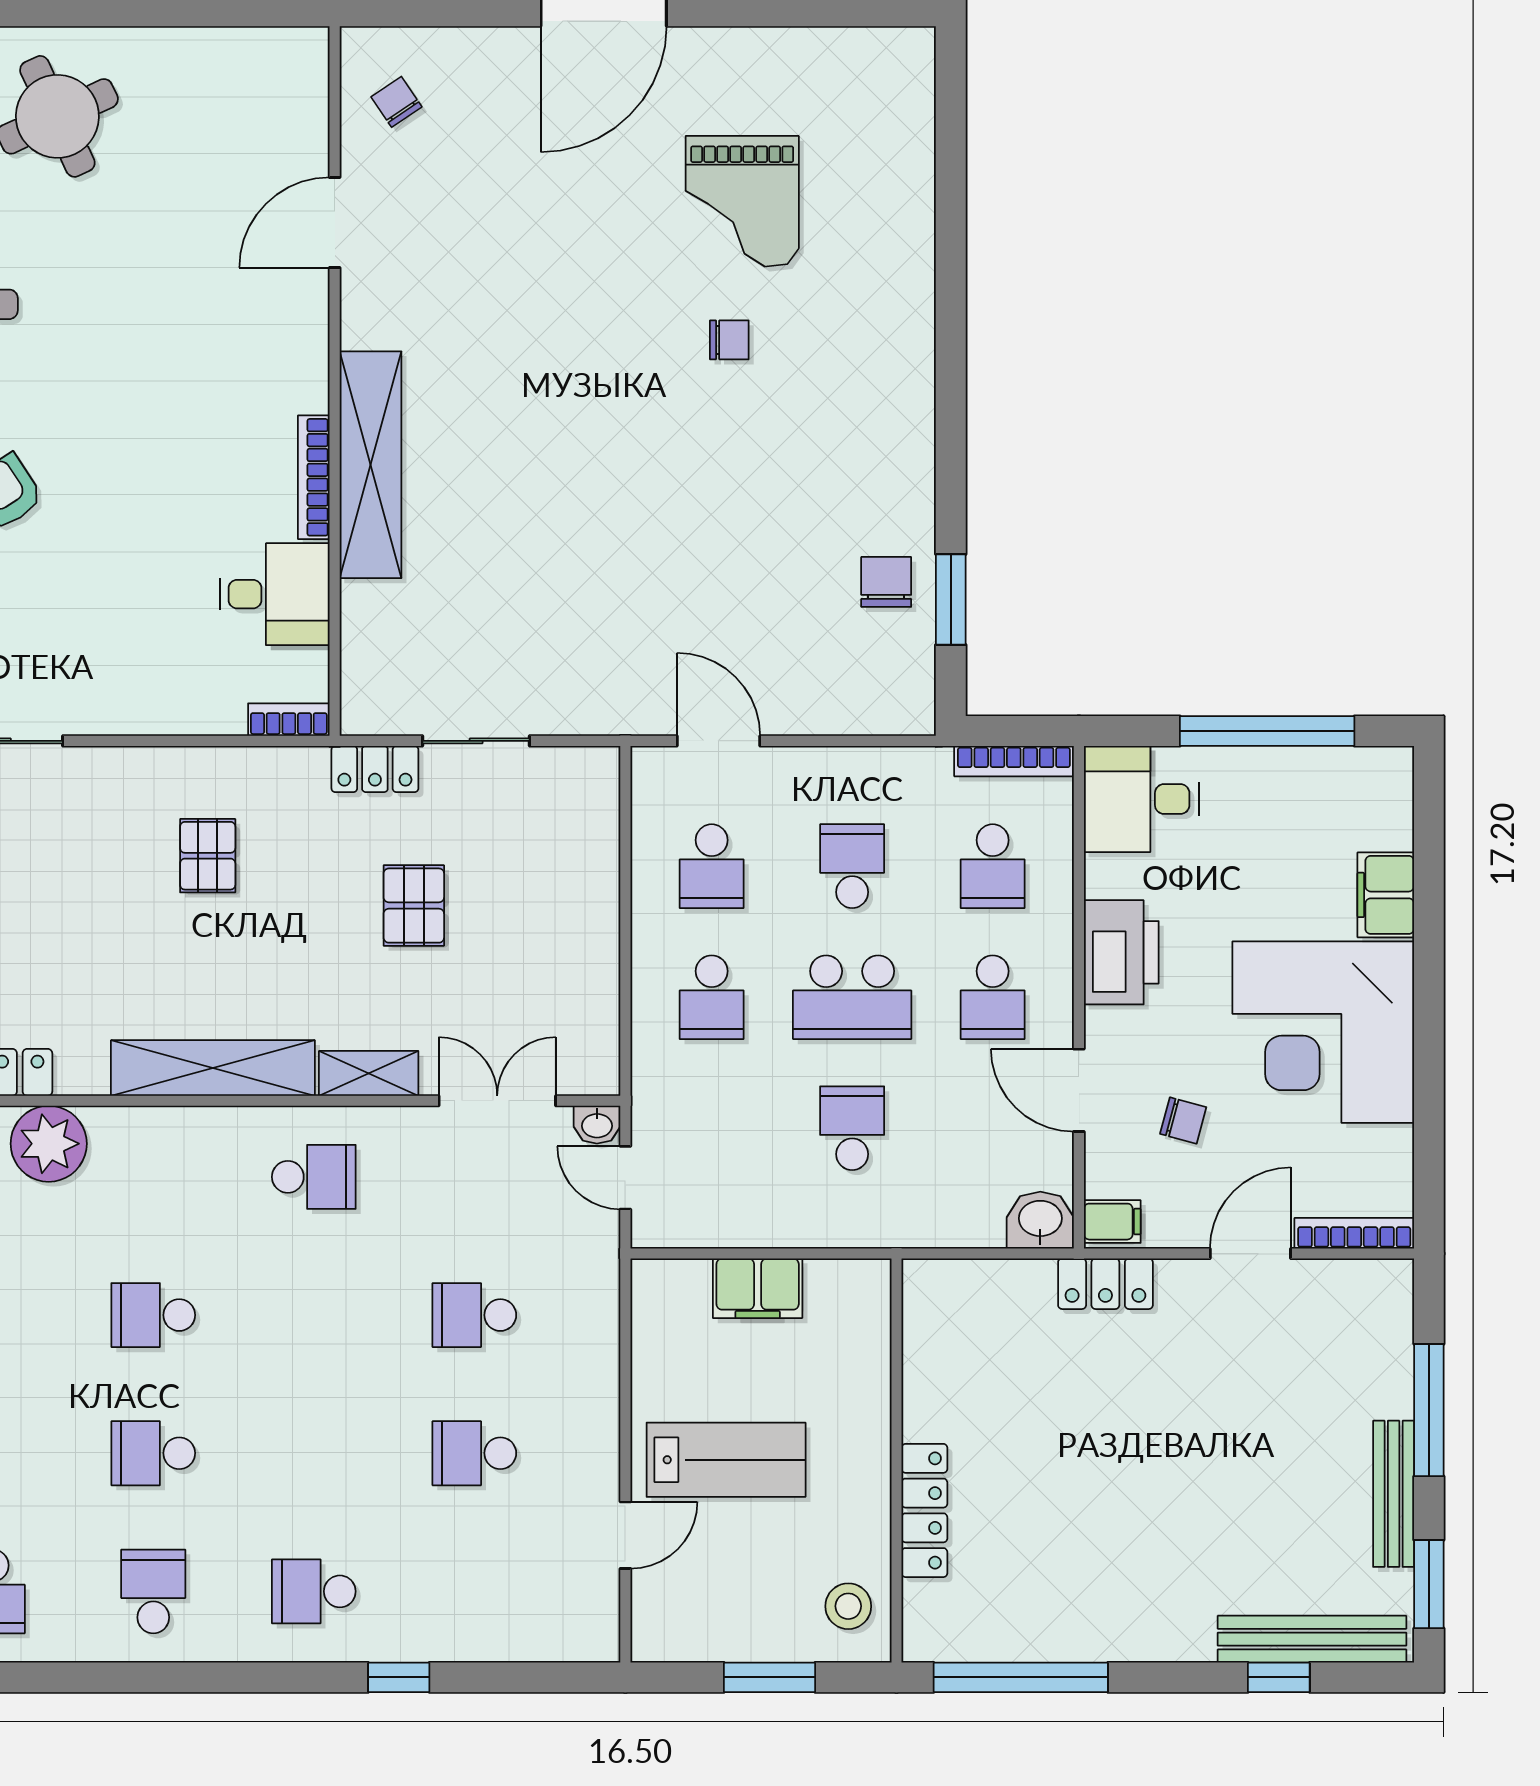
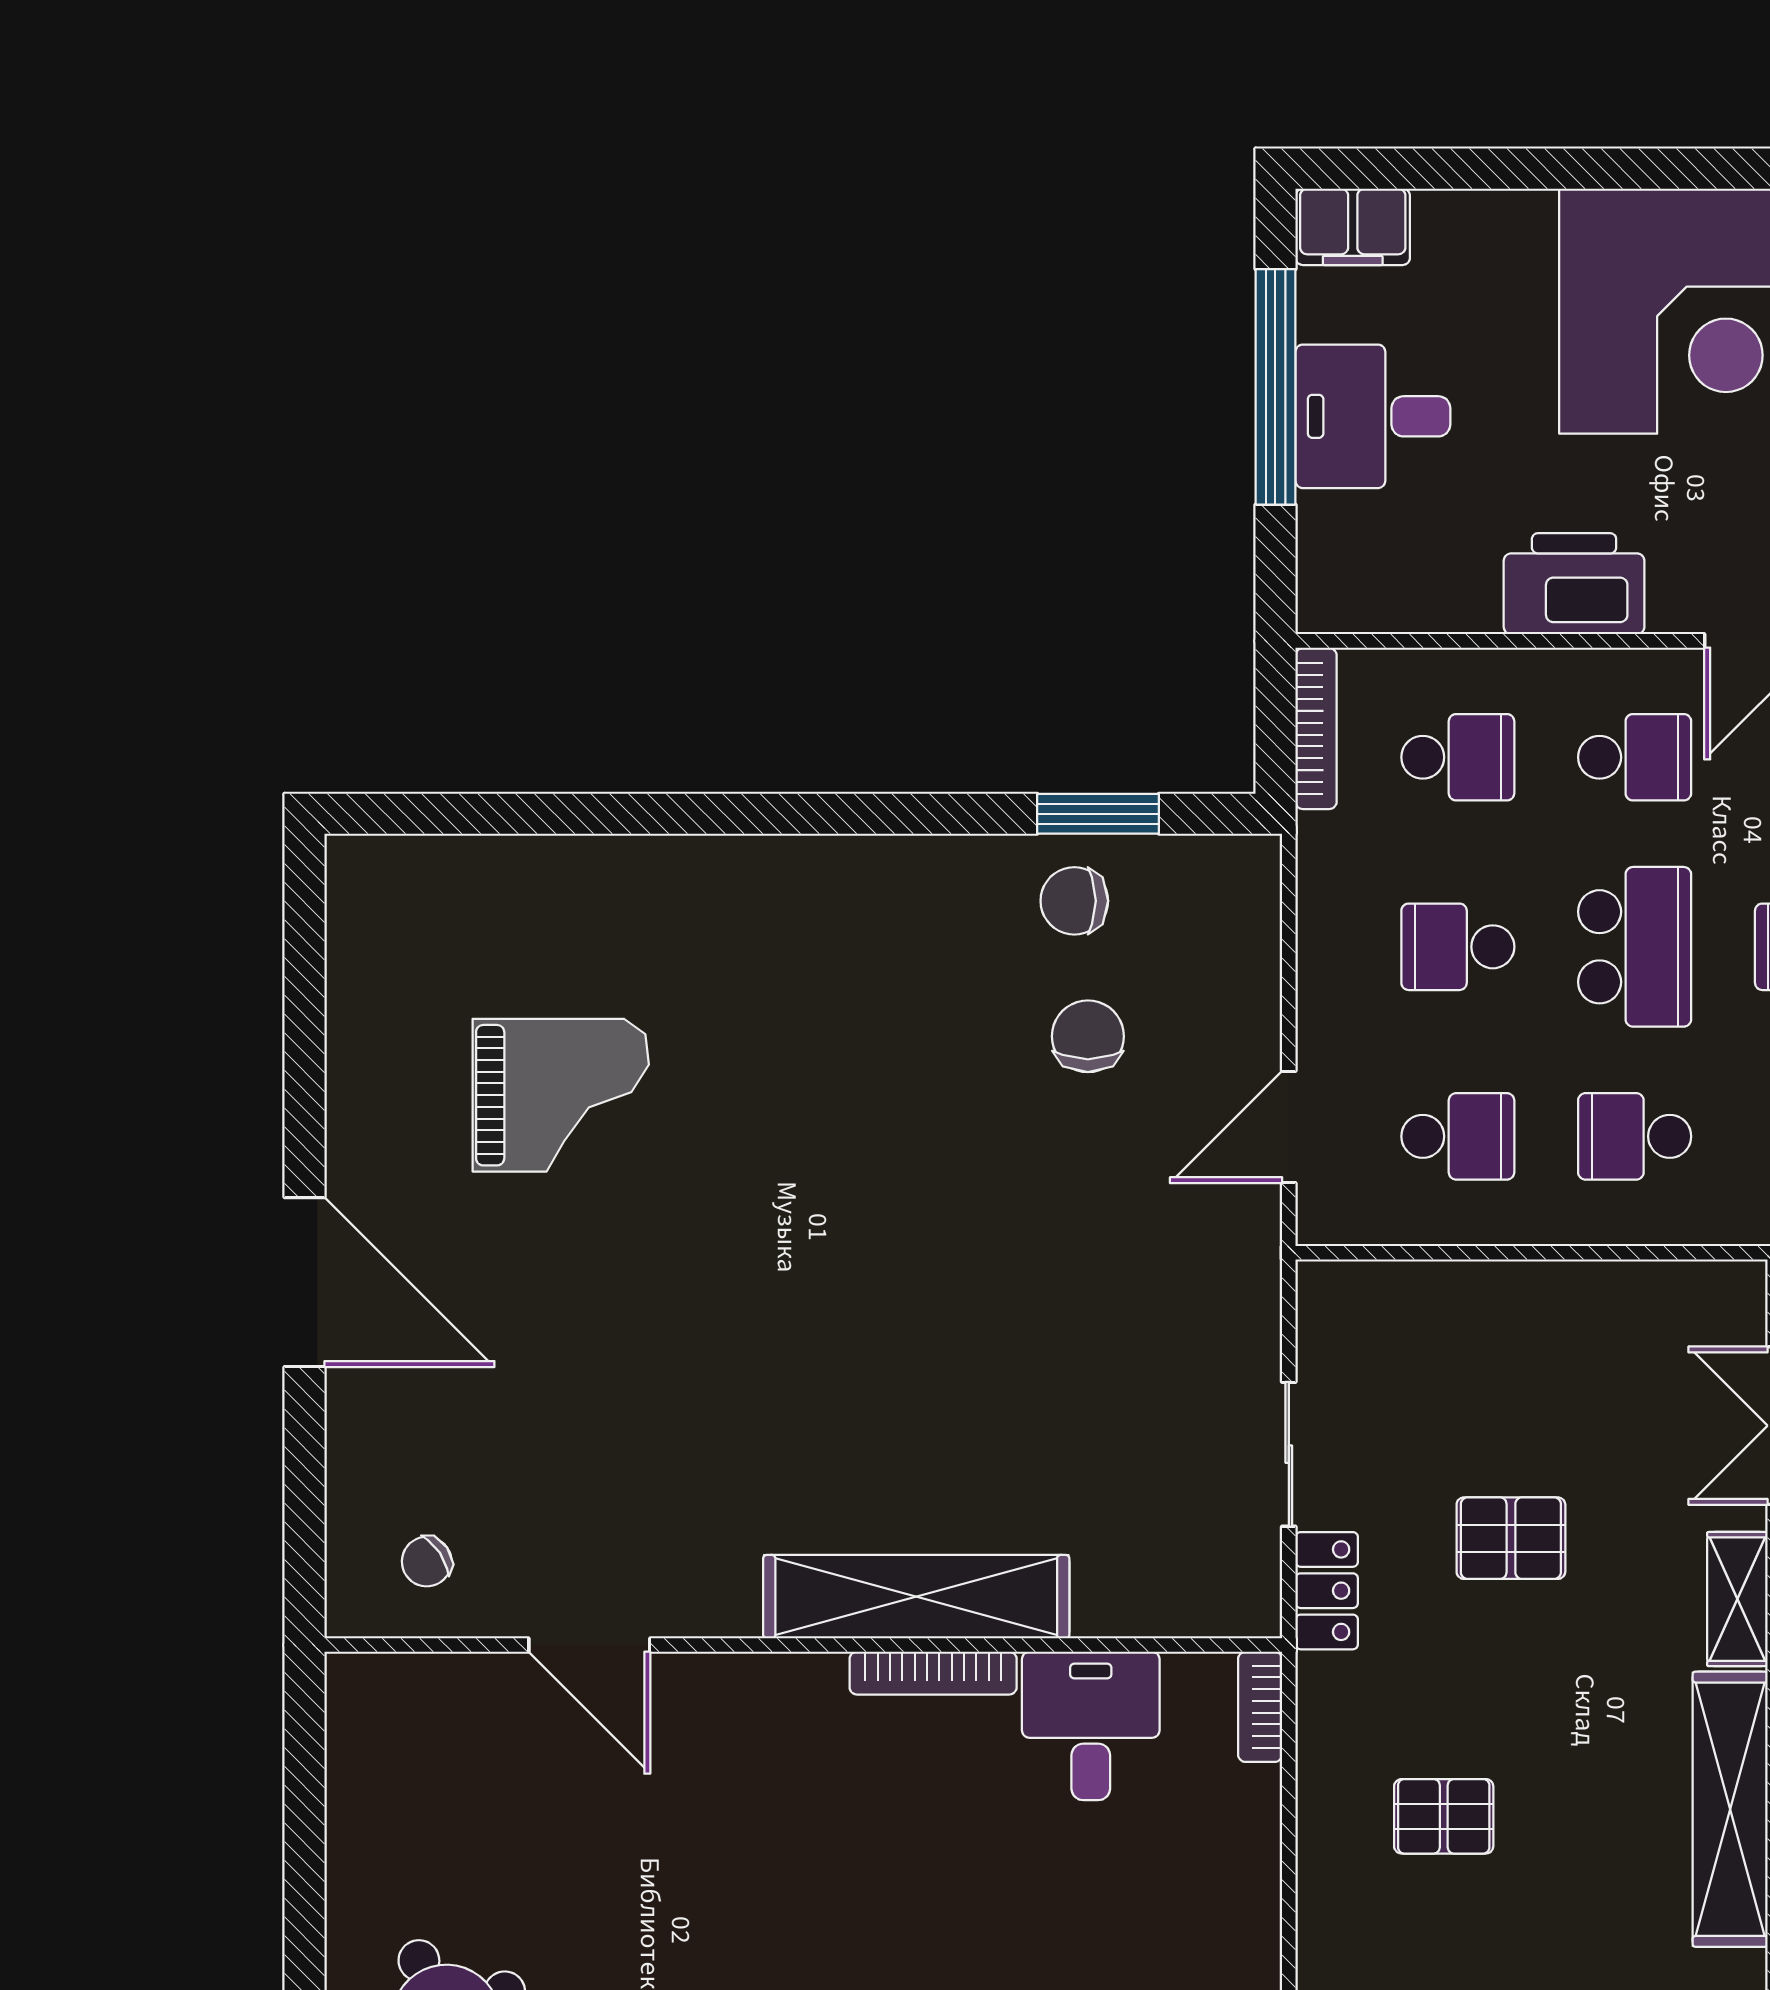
chair: (729, 340) -> (1088, 1036), moved, width x1.37, depth x1.37
desk: (1141, 799) -> (1373, 416), moved, turned 90
filing cabinet: (1386, 895) -> (1353, 227), moved
school desk: (712, 997) -> (1635, 1136), turned 180

